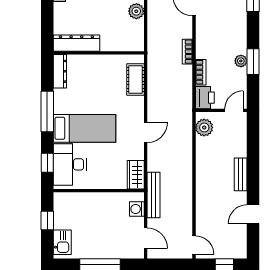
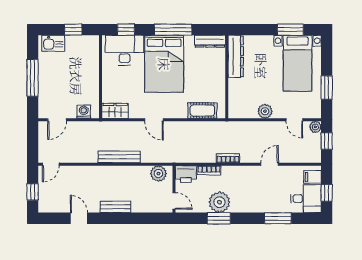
plant: (241, 61) -> (219, 202), width x1.88, depth x1.88
bed: (84, 128) -> (164, 64), width x1.50
bench: (153, 195) -> (119, 157), moved

